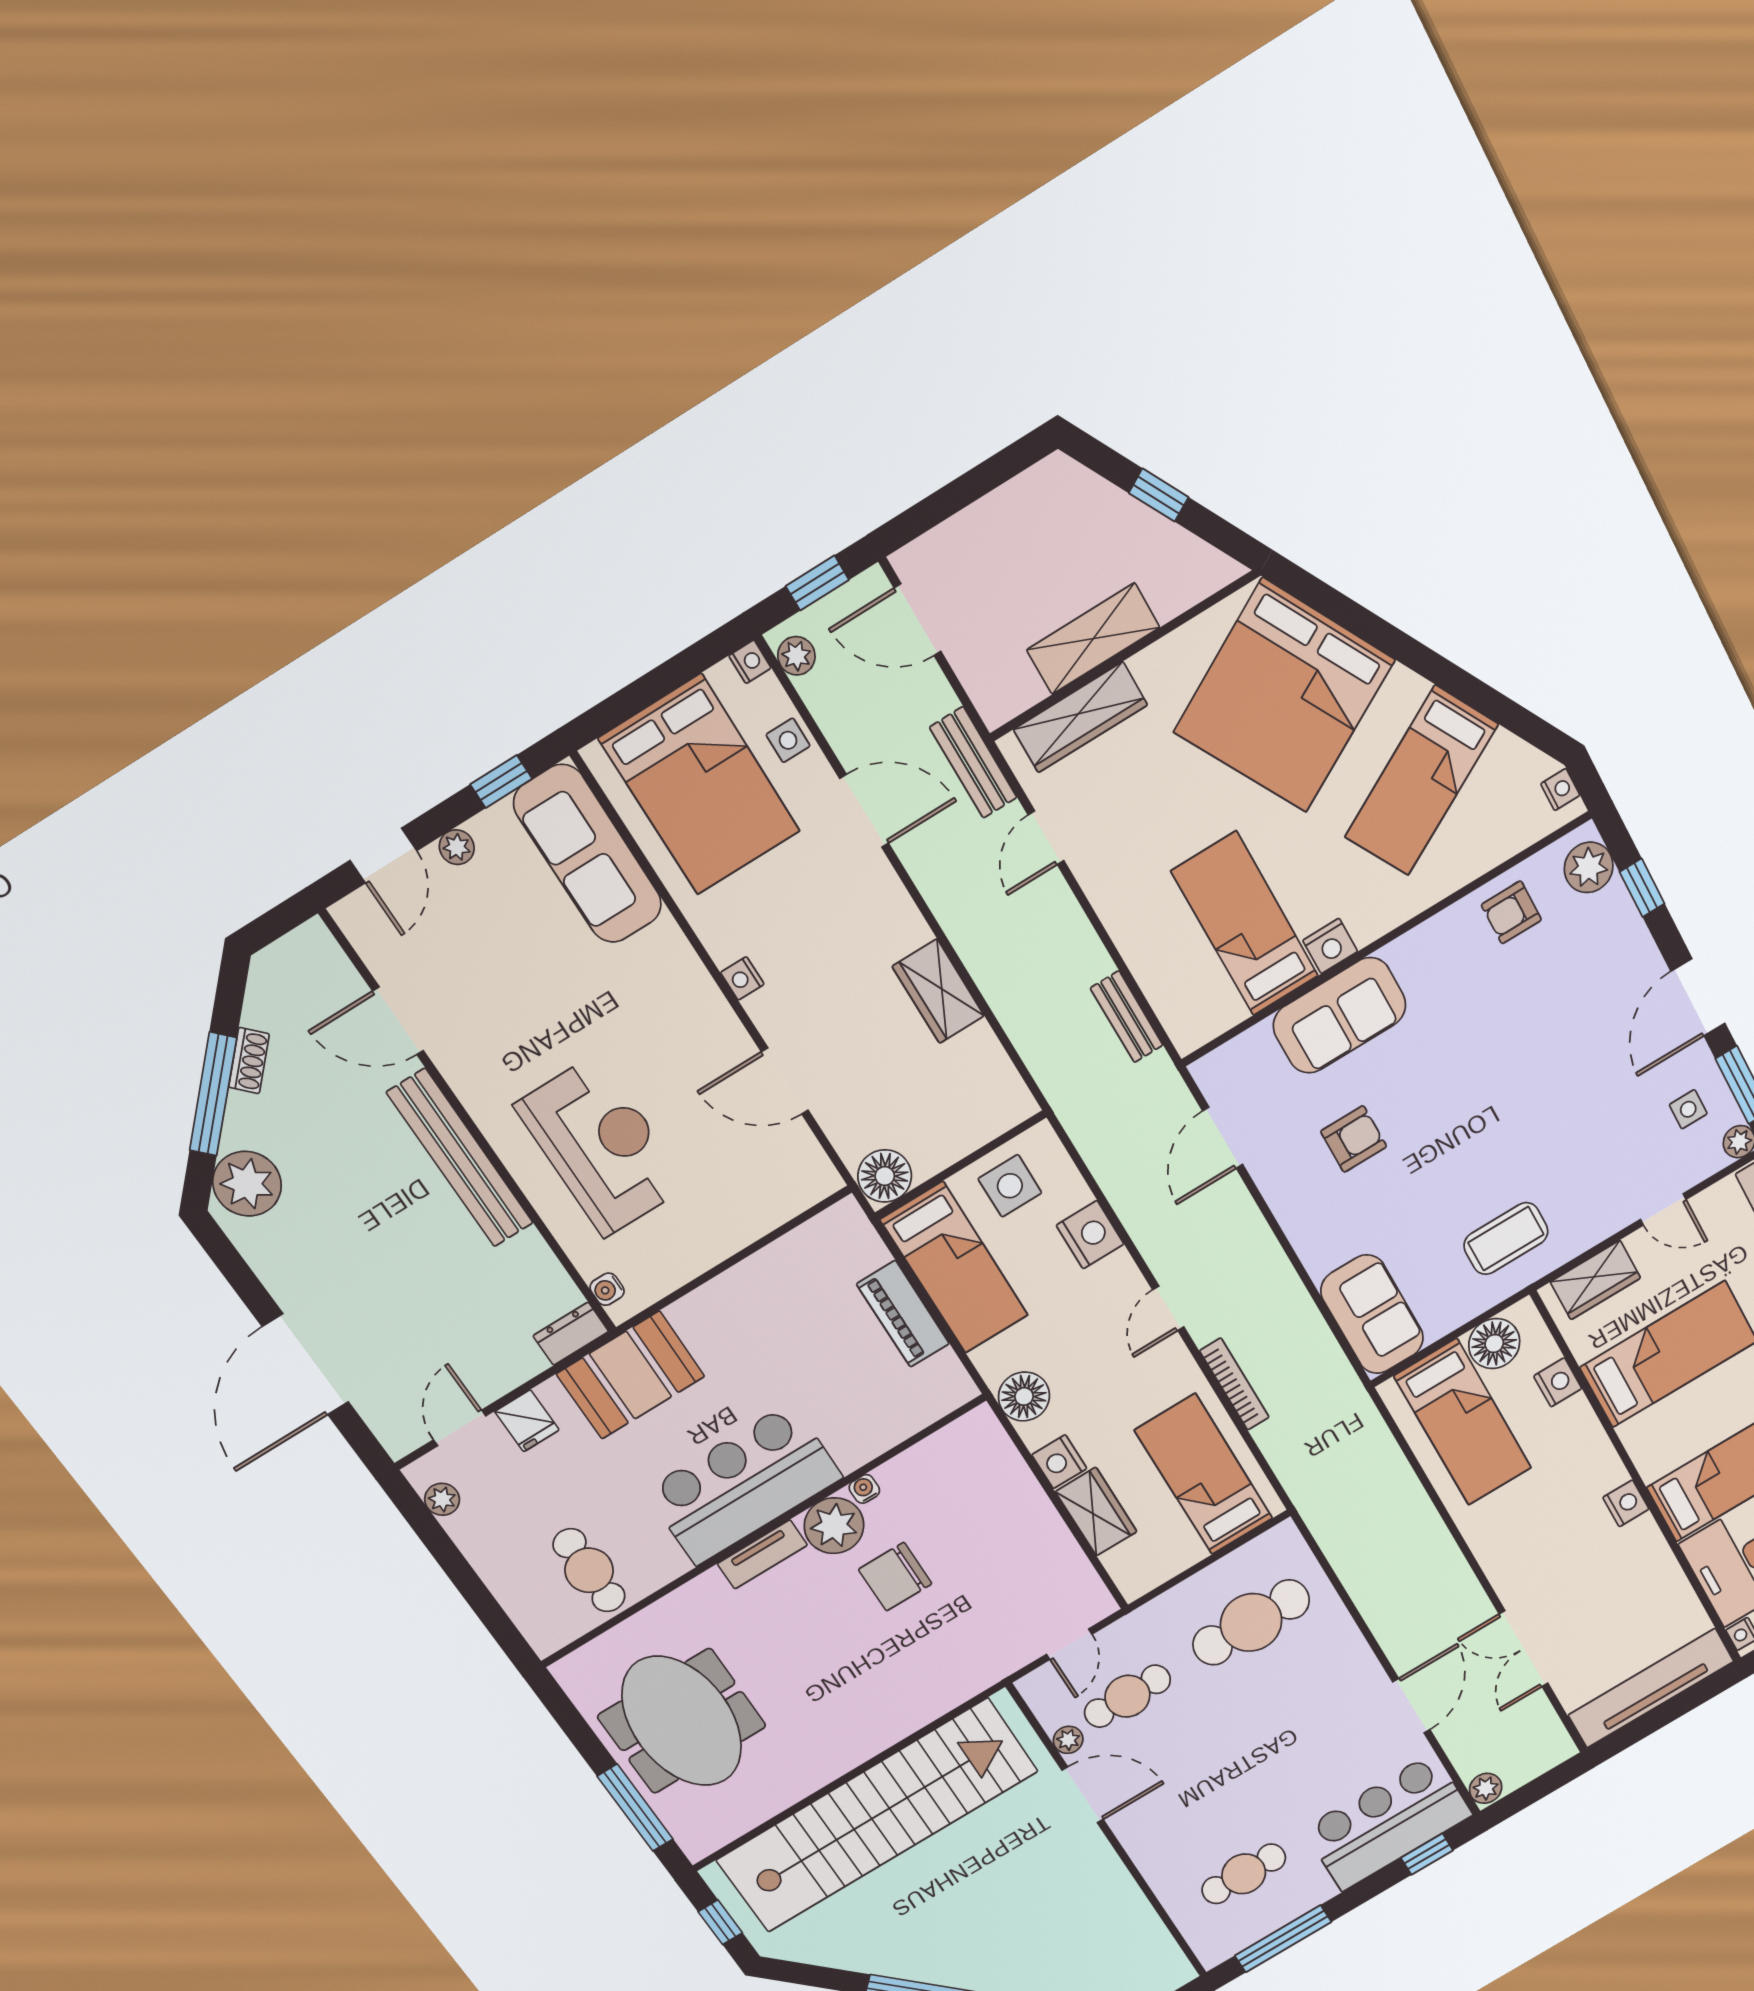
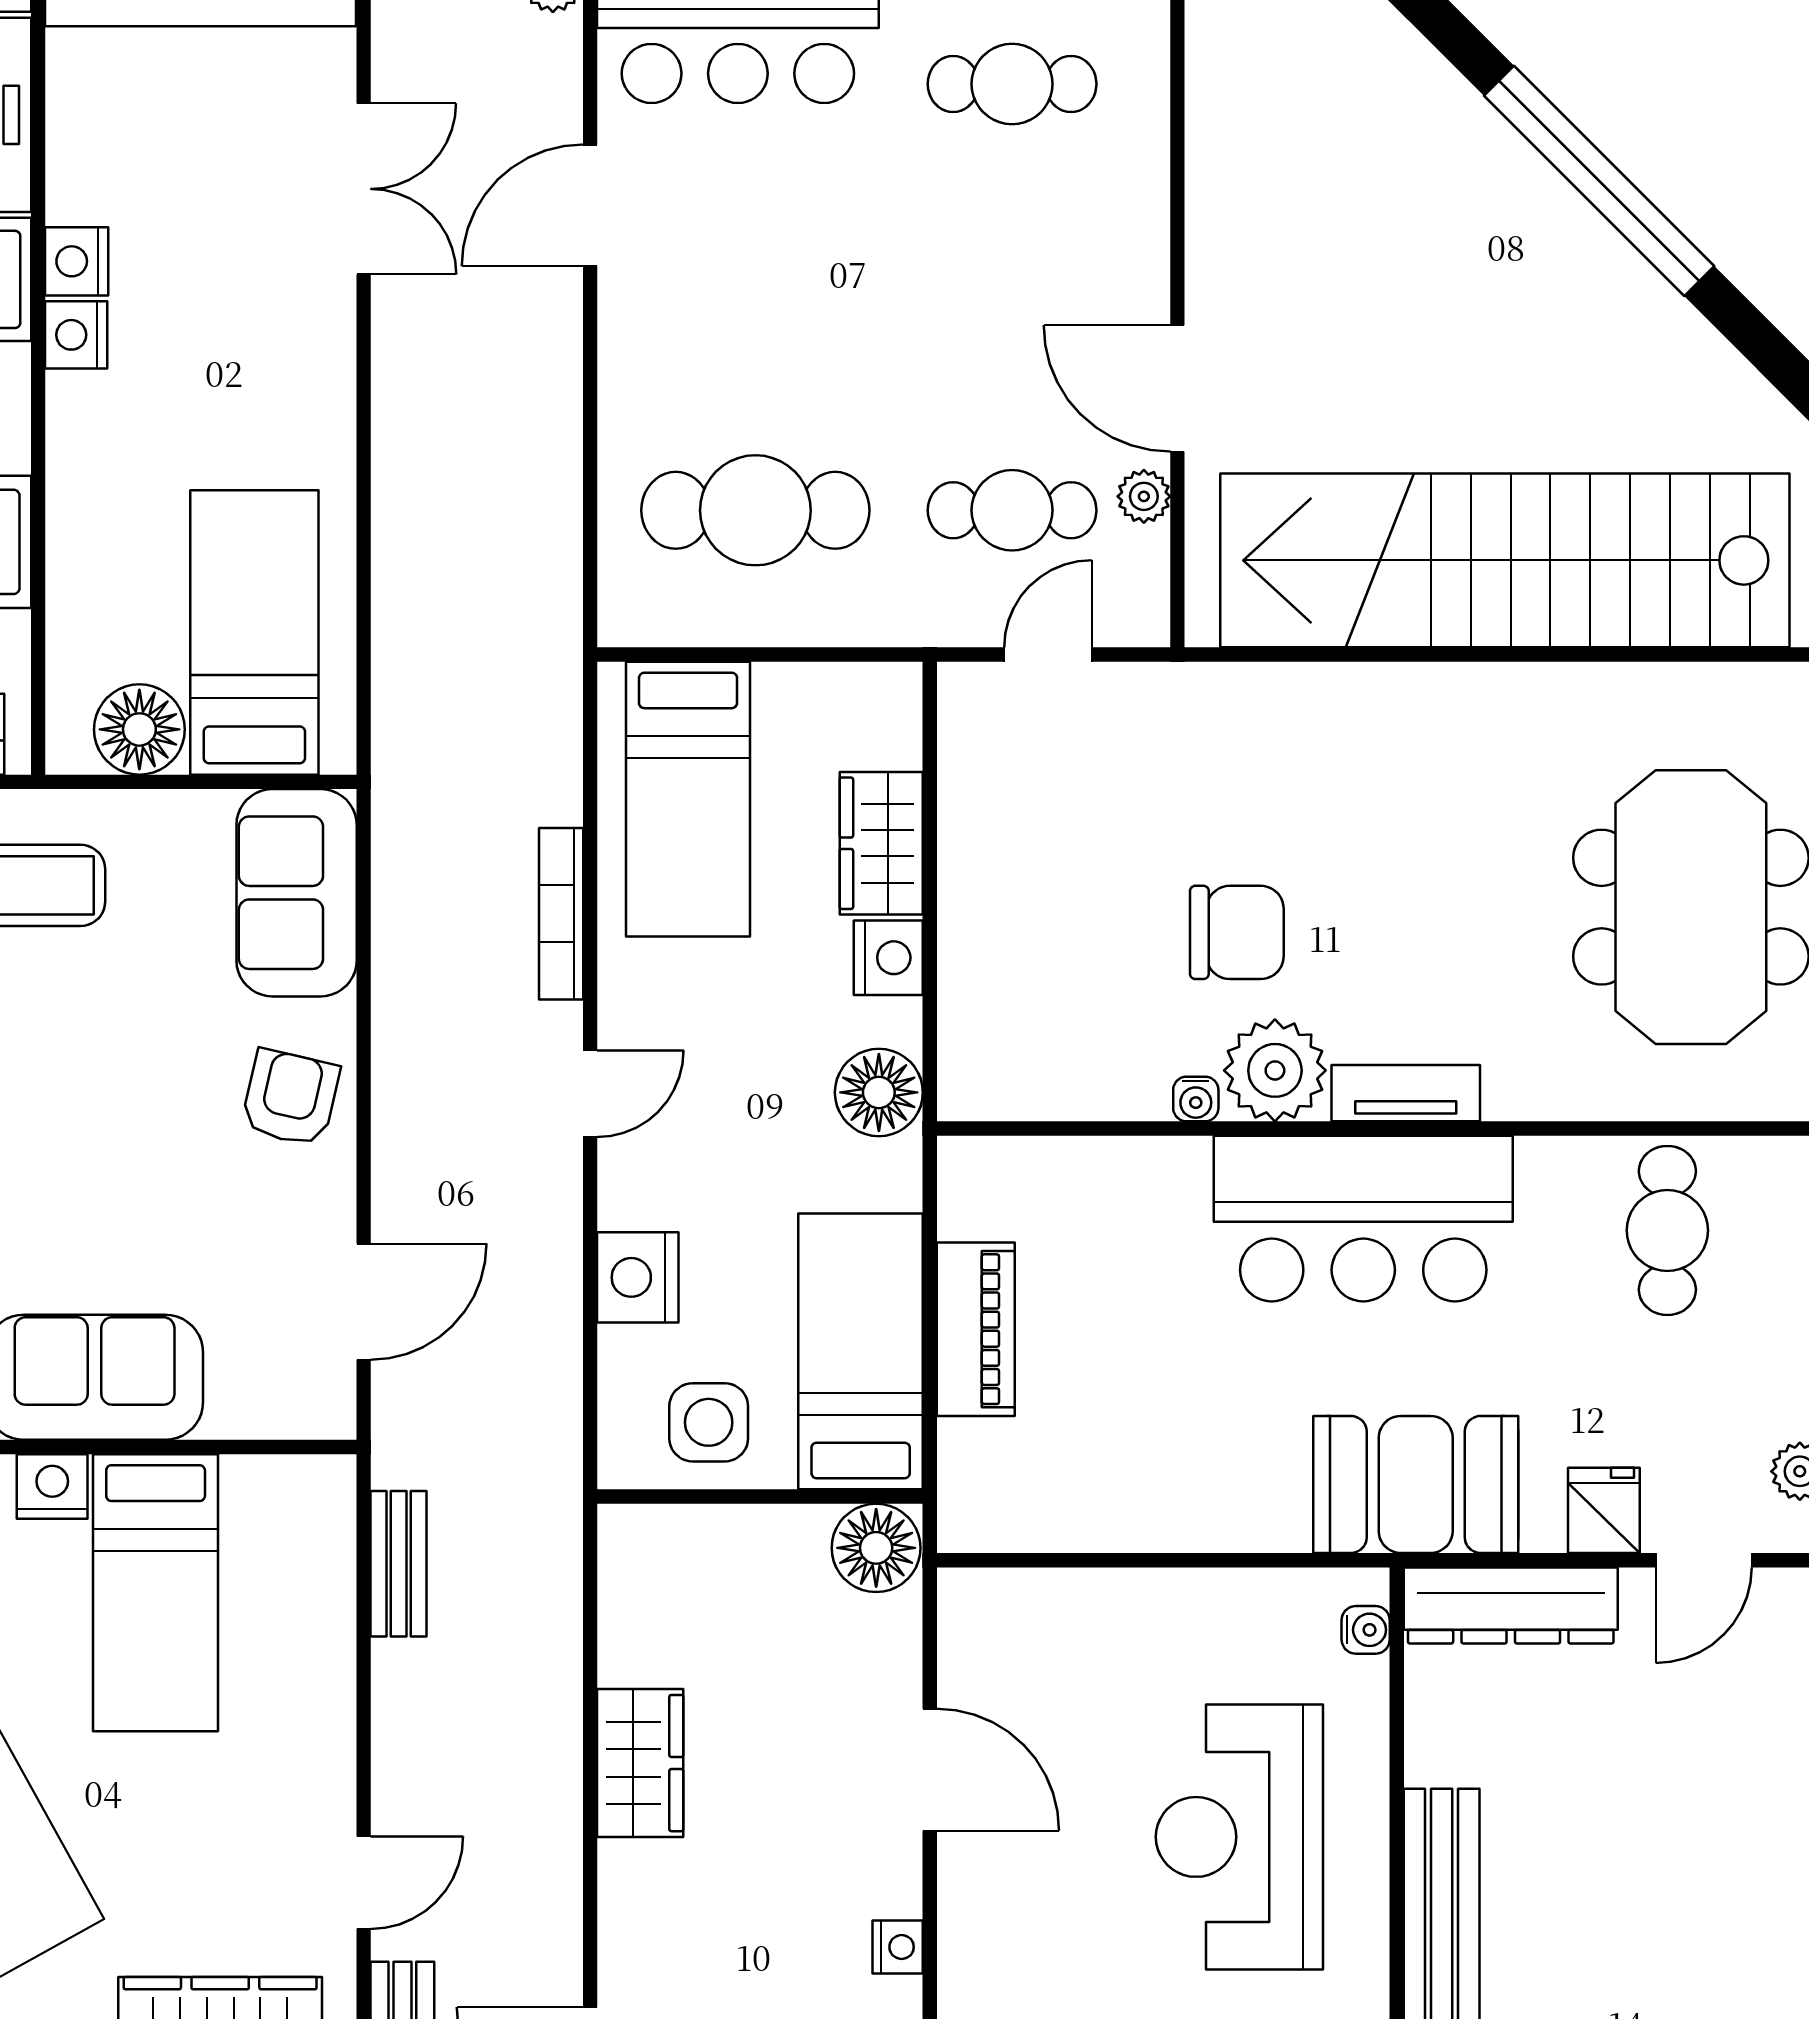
armchair: (1354, 1139) -> (290, 1098), moved, turned 103
dresser: (571, 1334) -> (1511, 1605), width x1.96, depth x1.24
nightstand: (1558, 1382) -> (77, 261), moved

